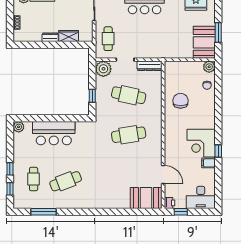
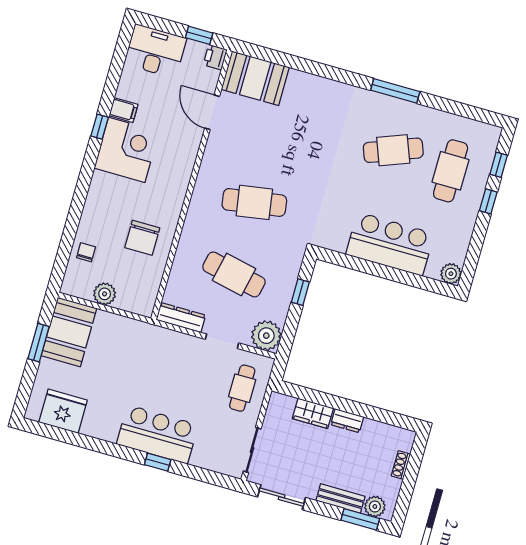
plant: (209, 67) -> (105, 294), moved
cafe table: (34, 179) -> (451, 171), width x1.37, depth x1.35
window: (44, 212) -> (395, 91), moved

